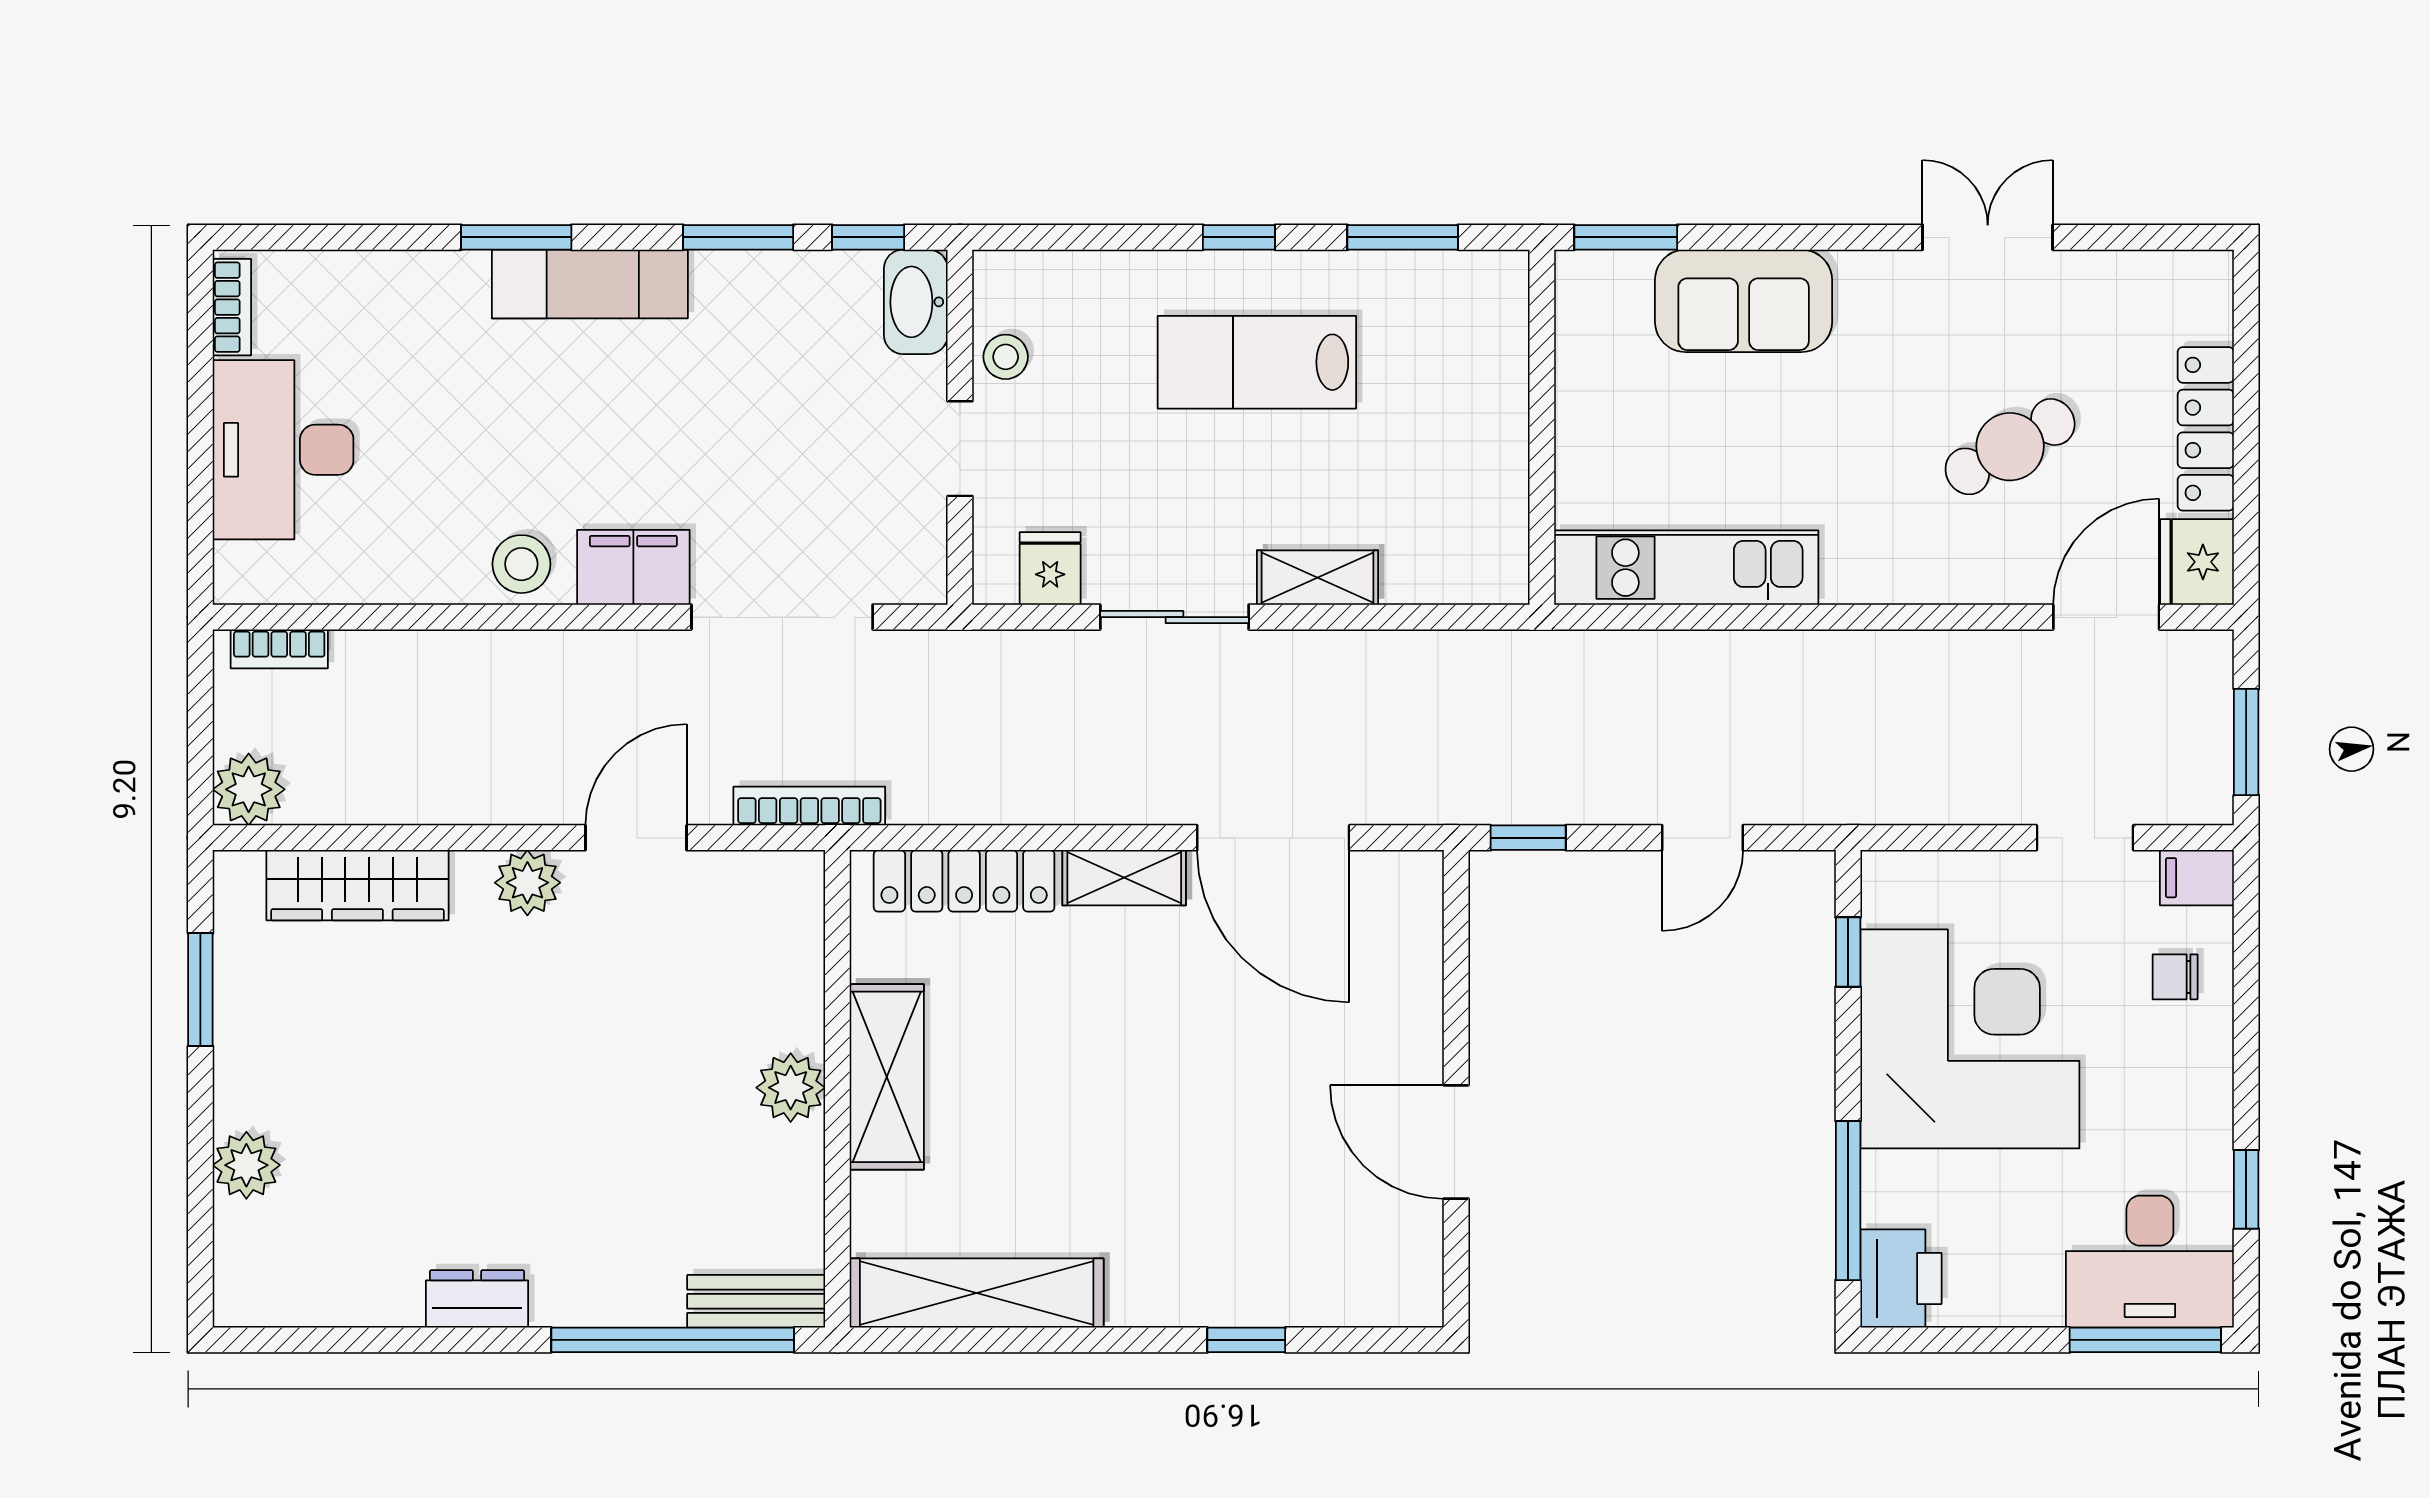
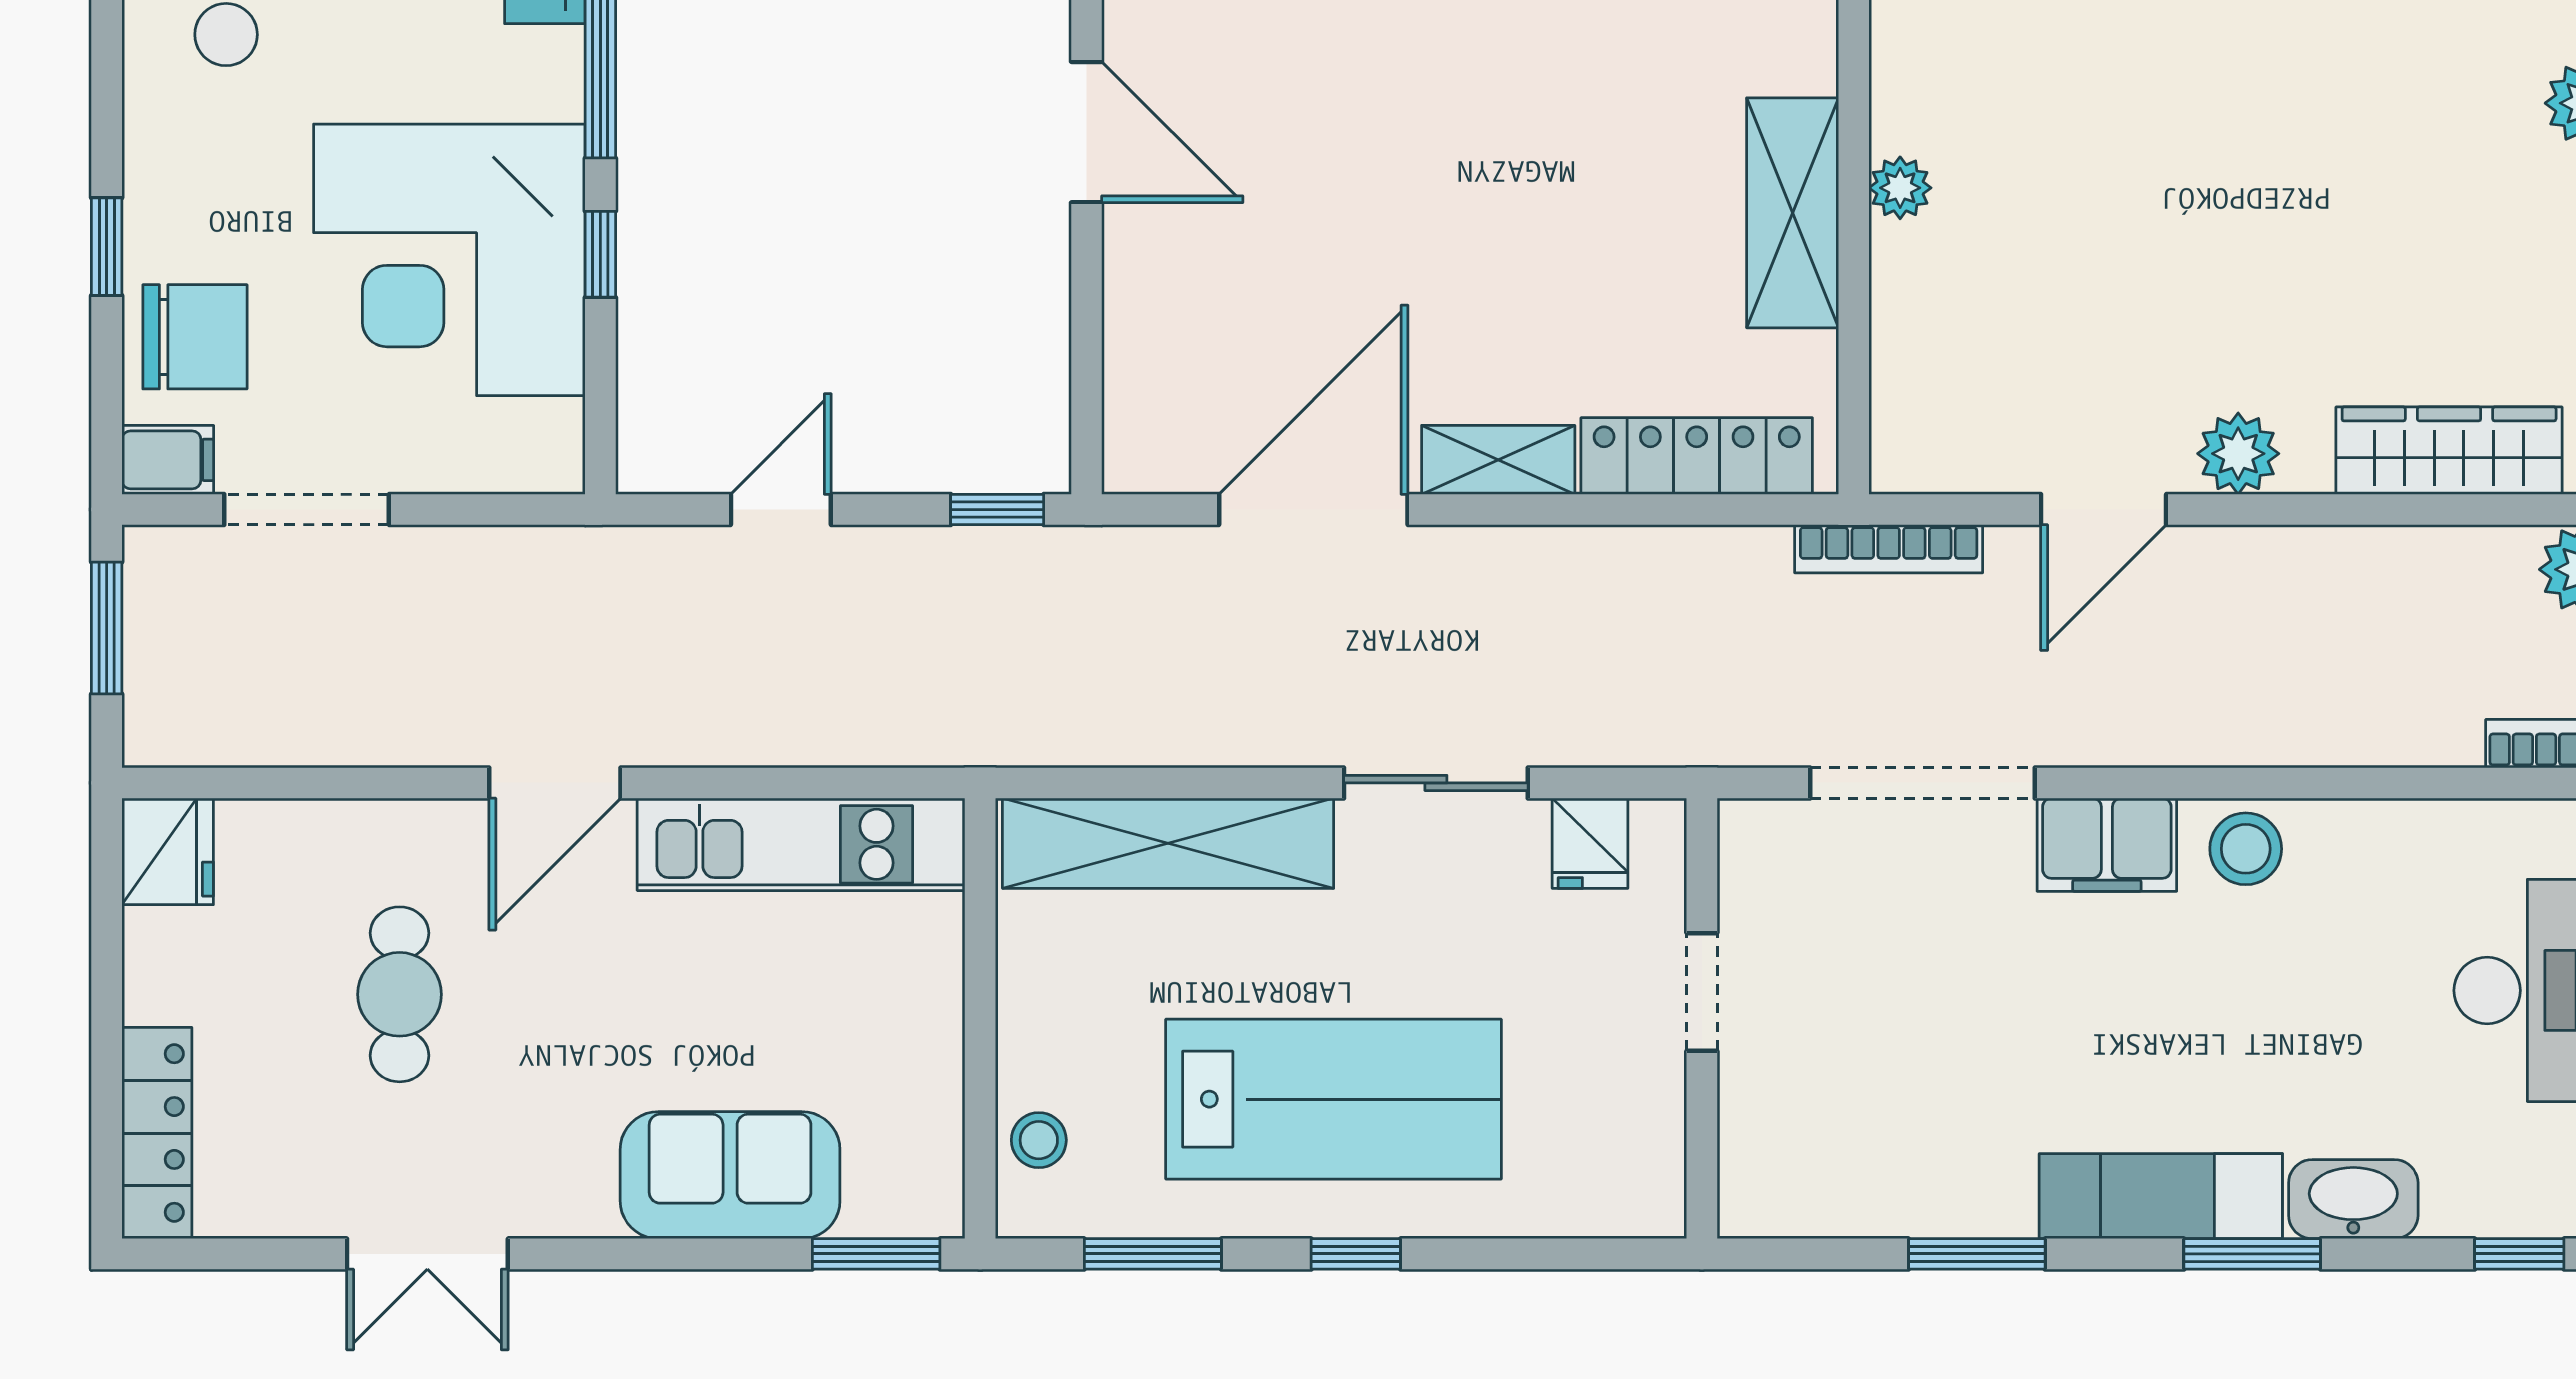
window: (868, 237) -> (2519, 1254), moved
washbasin: (916, 302) -> (2353, 1199), moved, turned -90
stool: (1006, 357) -> (1039, 1140), moved
lab bench: (1257, 362) -> (1334, 1099), width x1.36, depth x1.39
locker: (2206, 429) -> (157, 1133), moved
cafe table: (2010, 447) -> (400, 994), turned -60
shelving: (1318, 578) -> (1168, 843), width x2.20, depth x1.33
door: (2106, 617) -> (555, 783), moved
door: (1273, 838) -> (1313, 510), hinge flipped
doorway: (2085, 838) -> (307, 510), width x1.38
window: (1848, 952) -> (600, 254), moved
chair: (2175, 977) -> (195, 337), width x1.87, depth x1.87
plant: (791, 1088) -> (1900, 188), width x0.73, depth x0.73
window: (2246, 1189) -> (107, 247), moved

